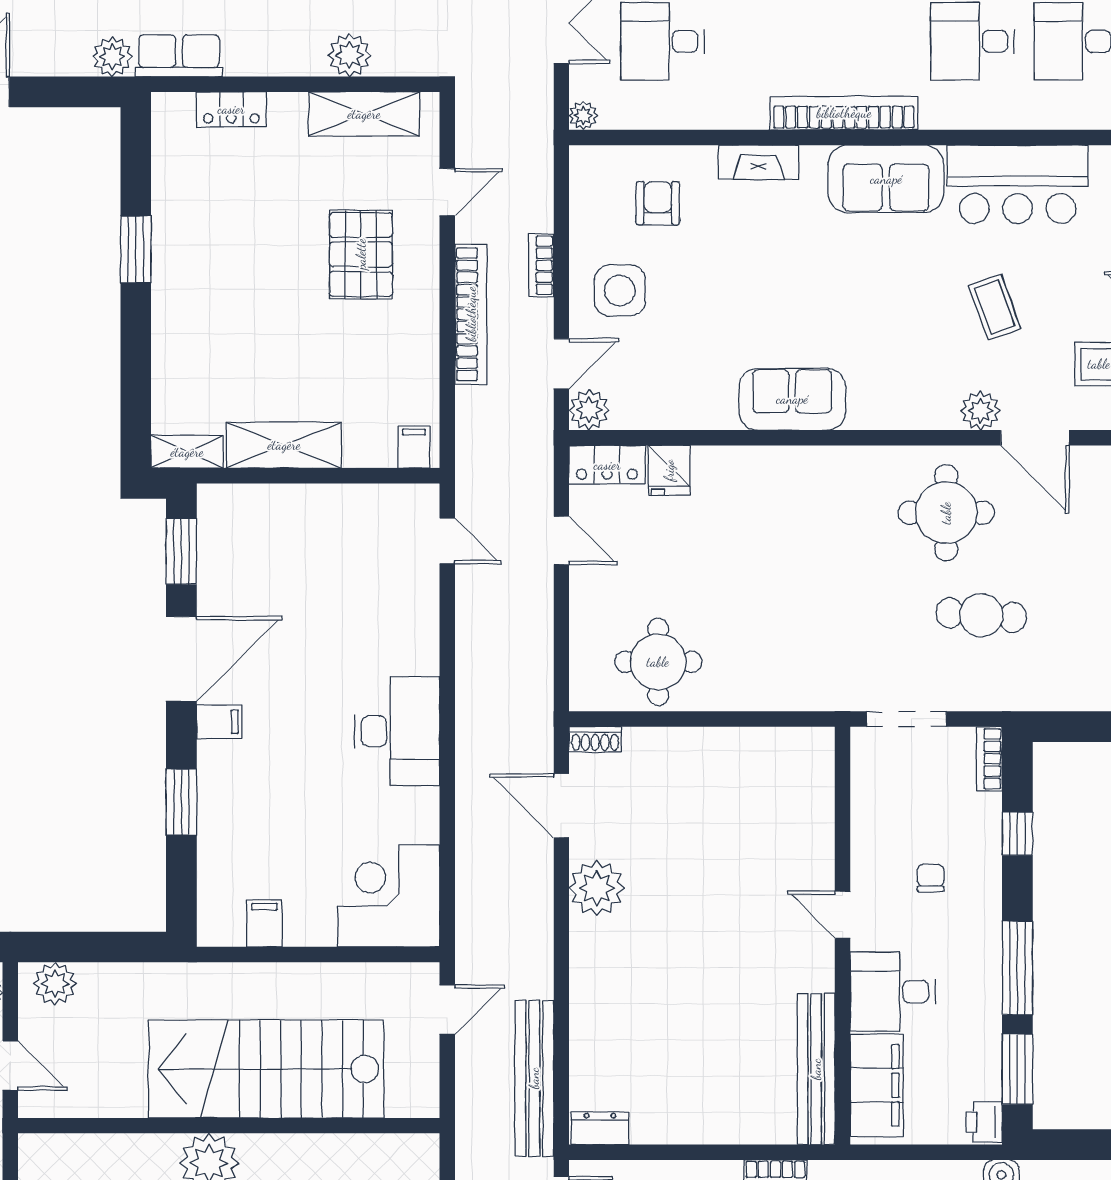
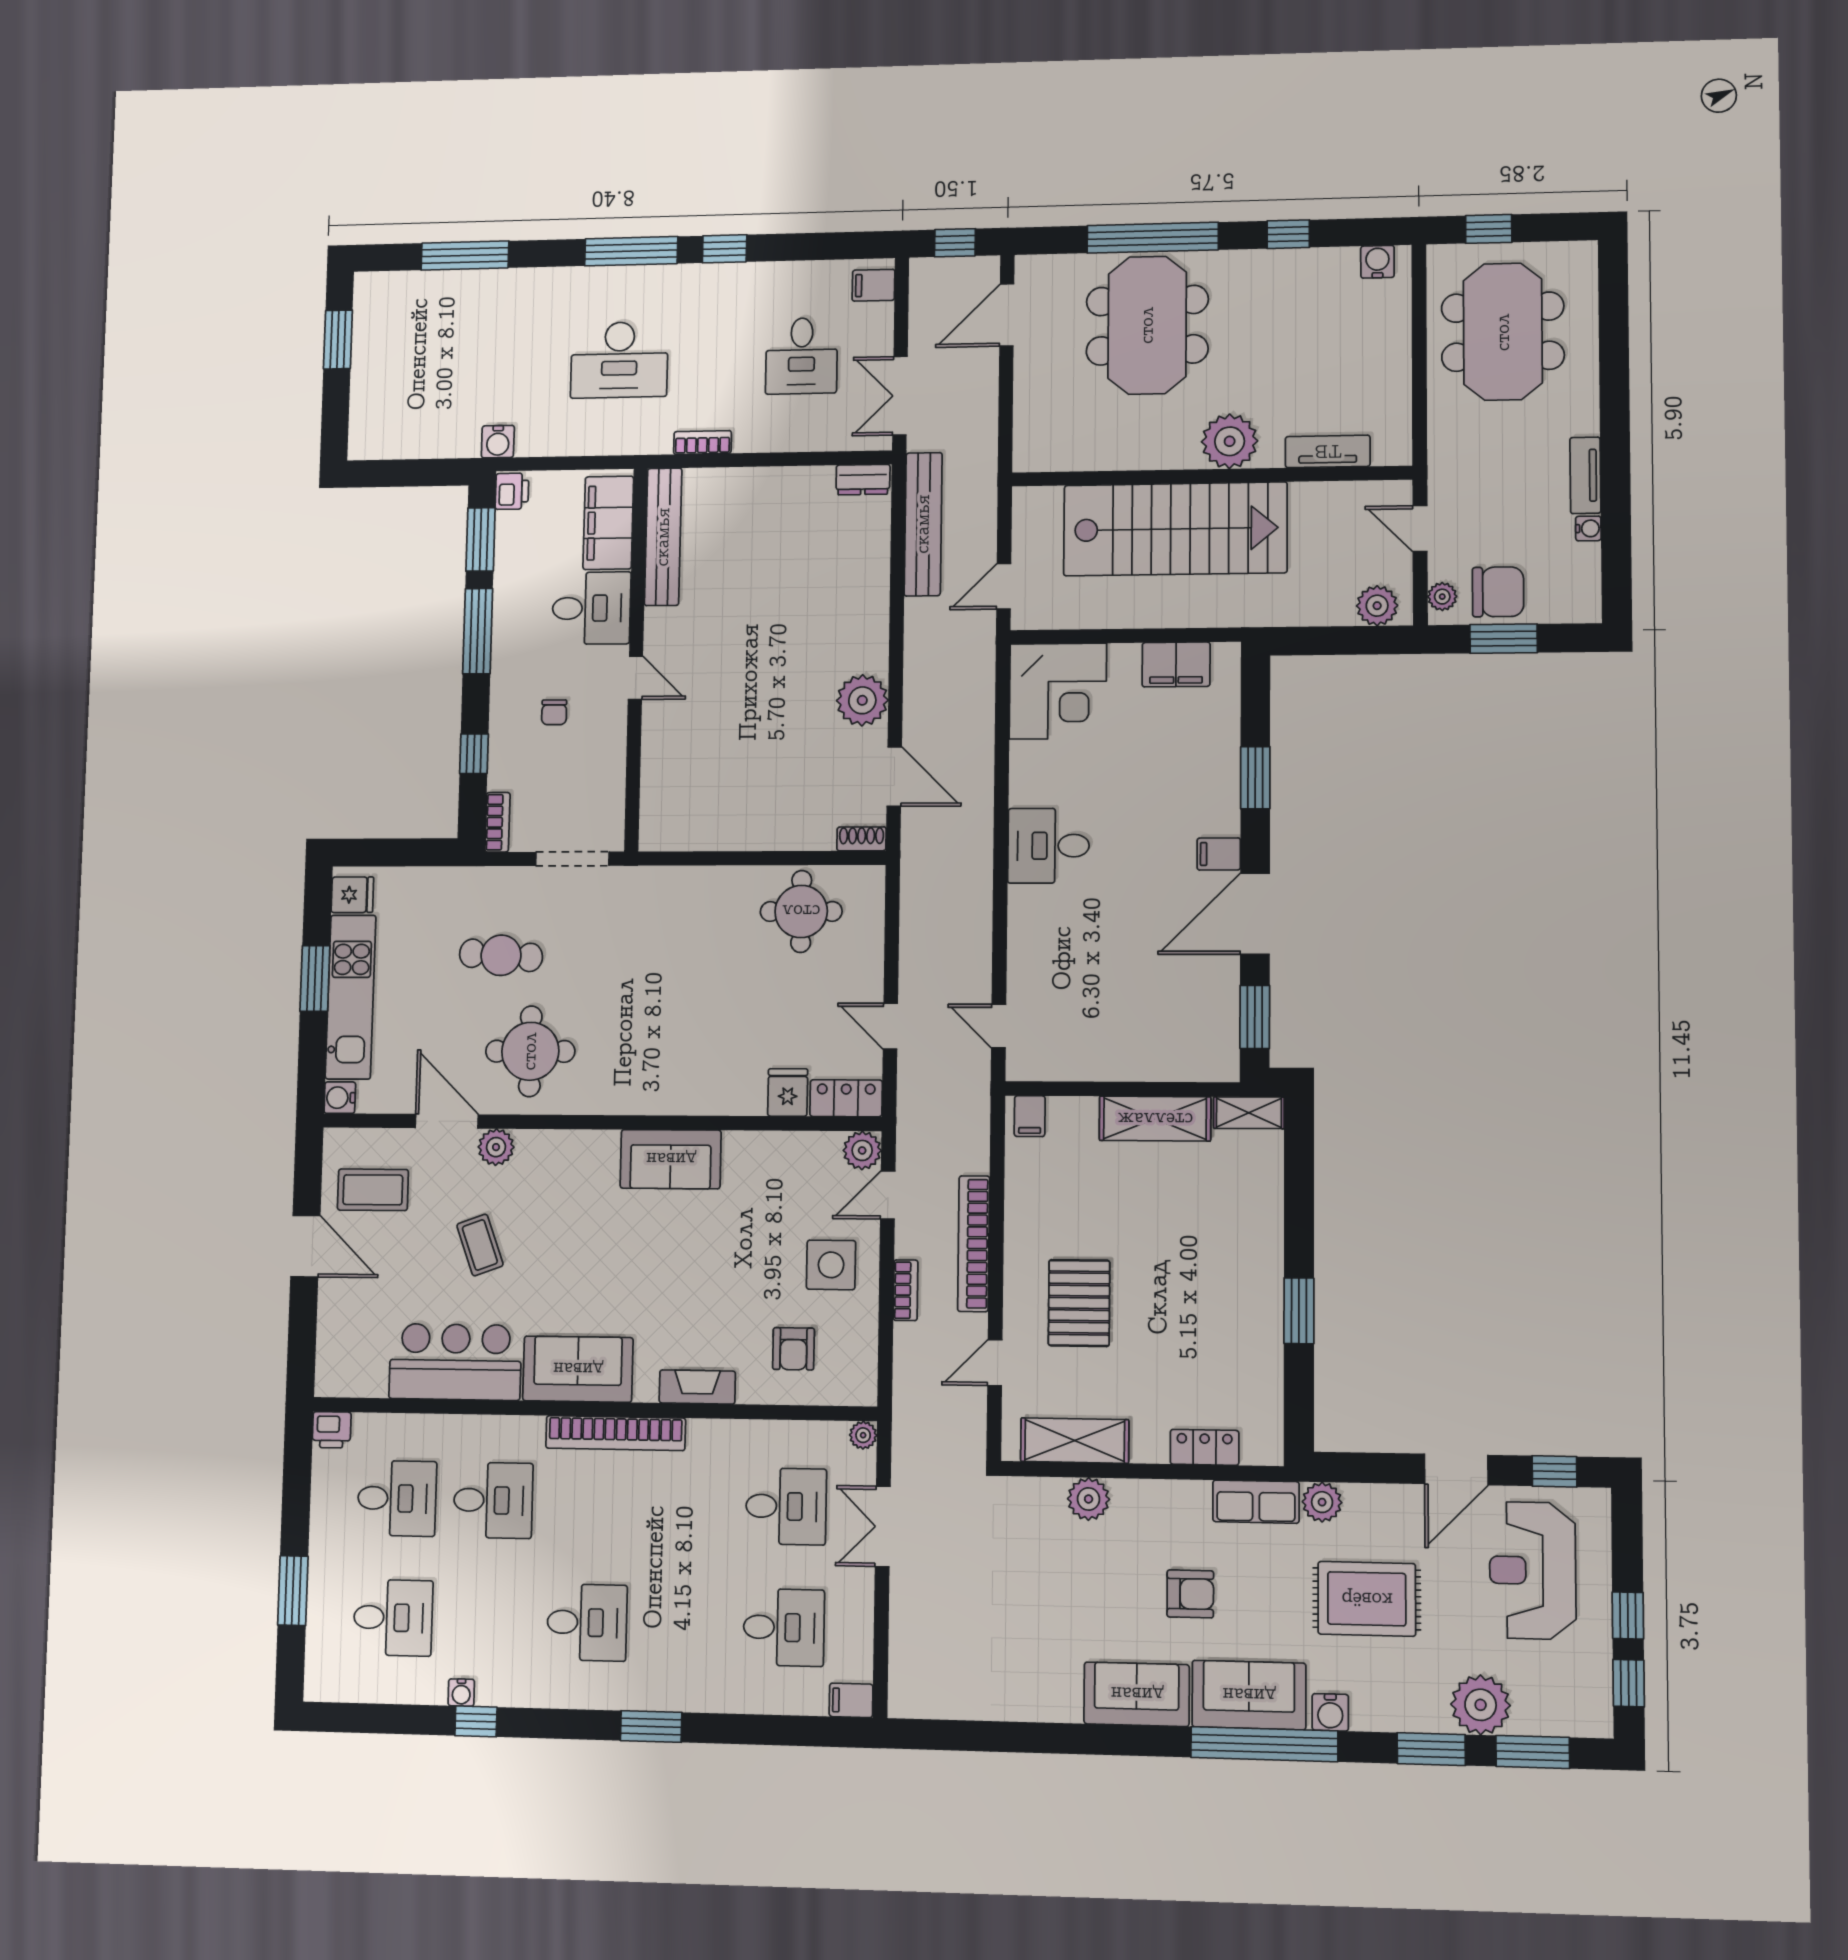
desk: (397, 731) -> (1048, 846), width x0.73
filing cabinet: (264, 923) -> (1176, 664), width x2.00
tv unit: (106, 1150) -> (1328, 451), added

